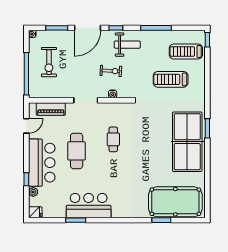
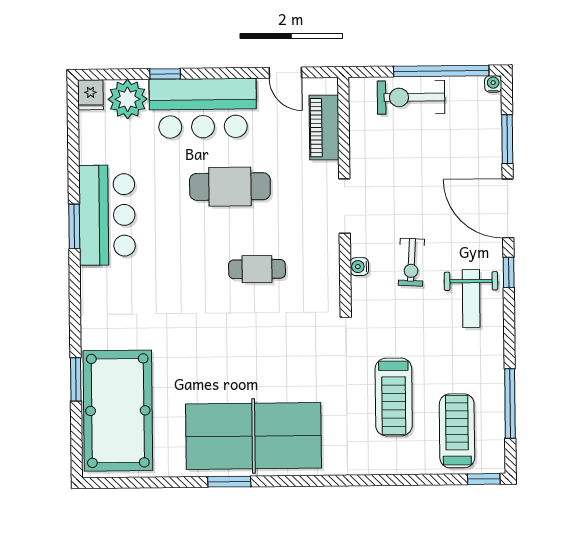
window: (156, 28) -> (510, 404), moved
exercise bike: (49, 62) -> (411, 97), moved
window: (26, 74) -> (441, 71), moved
treadmill: (171, 79) -> (394, 397), turned 180
window: (207, 128) -> (229, 482), moved
plant: (33, 192) -> (128, 99), width x1.88, depth x1.88
window: (76, 220) -> (74, 226), moved

